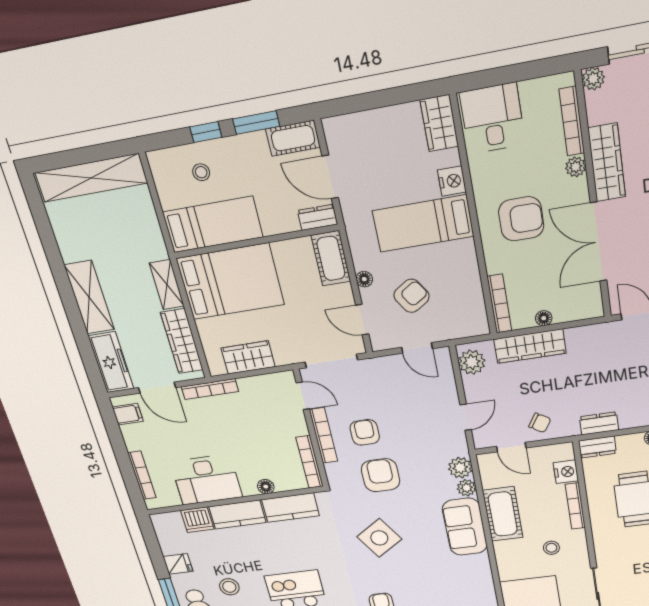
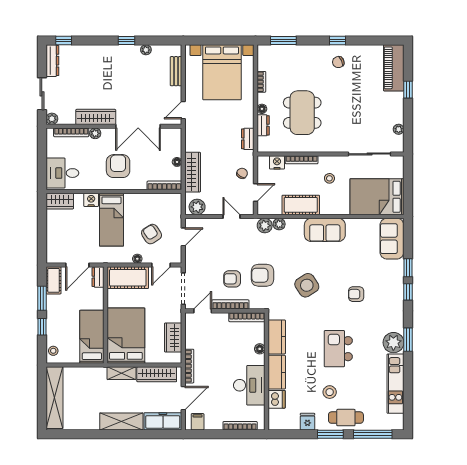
stool: (201, 172) -> (53, 351), moved
cot: (331, 258) -> (128, 278), width x1.37, depth x1.34
dresser: (597, 447) -> (263, 125), moved
sofa: (465, 527) -> (325, 230), moved

